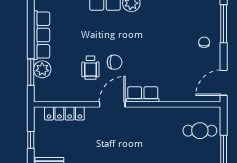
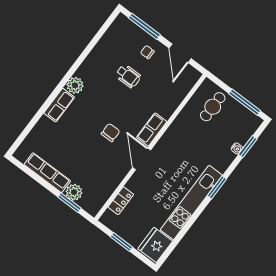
wheelchair: (90, 68) -> (128, 76), moved
door: (224, 83) -> (180, 53), moved
locker: (64, 113) -> (121, 201), width x0.66
window: (31, 140) -> (122, 242), width x1.50

